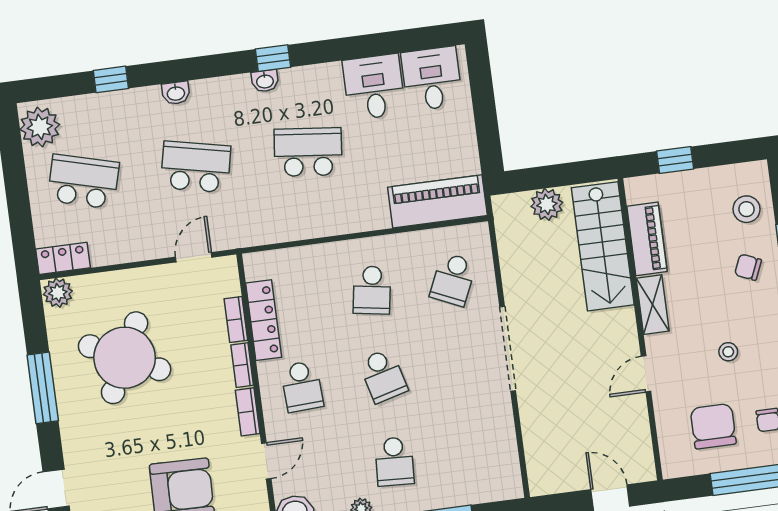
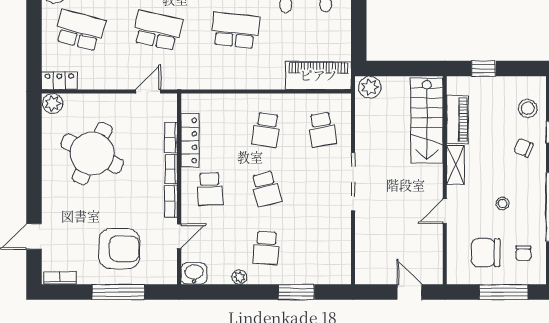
plant: (547, 204) -> (370, 87), moved
school desk: (453, 279) -> (322, 130), turned -33
window: (43, 388) -> (34, 167), removed
chair: (713, 426) -> (486, 253), turned -90

